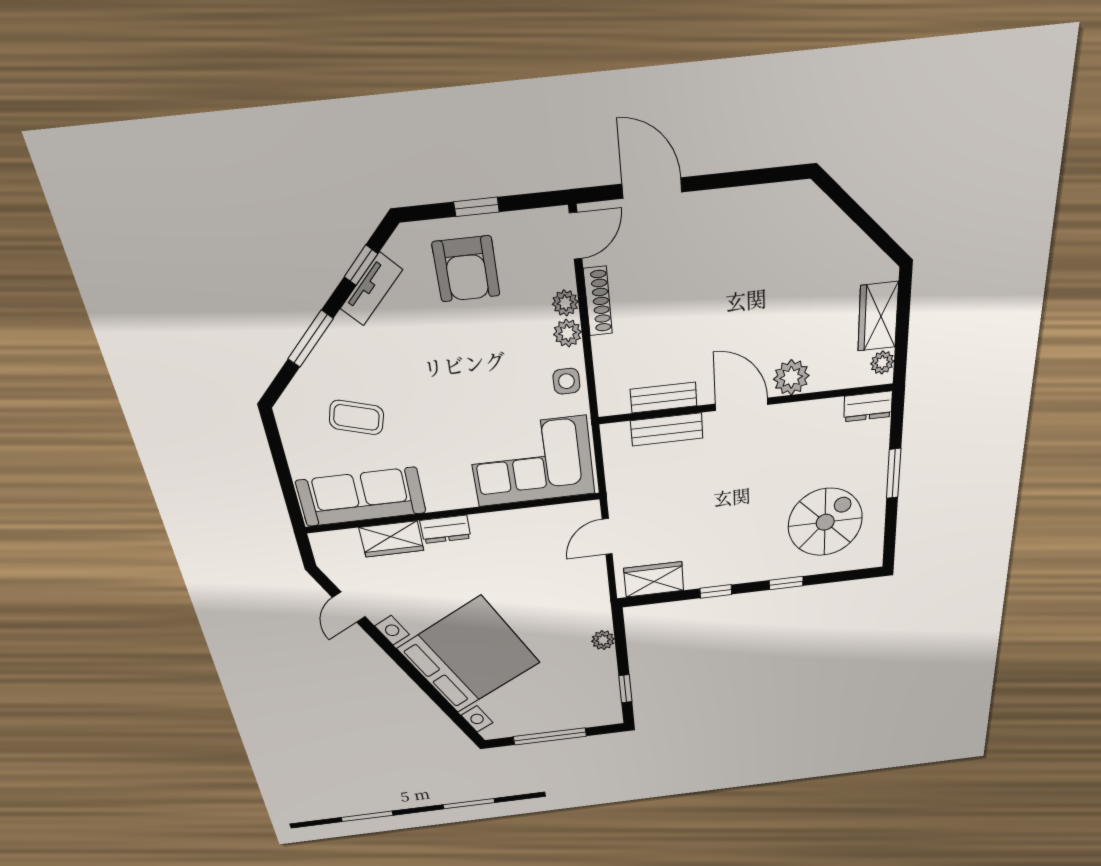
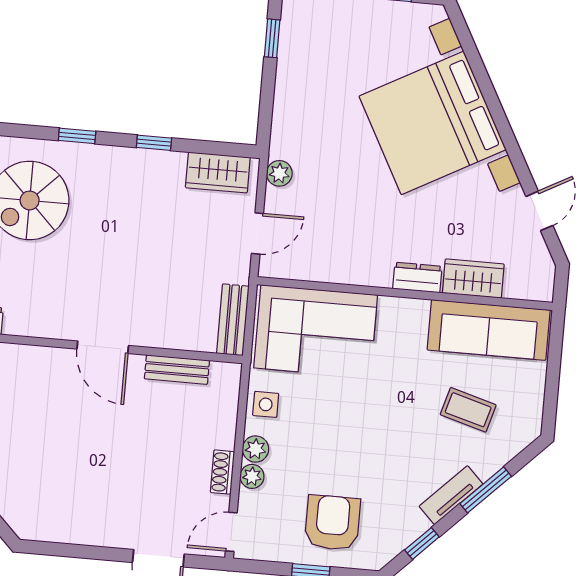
tv unit: (371, 289) -> (451, 495), moved
shoe rack: (598, 301) -> (222, 472), width x0.70
plant: (791, 377) -> (52, 364), removed
bench: (667, 429) -> (233, 320), moved, turned 90
plant: (603, 640) -> (279, 173), moved

